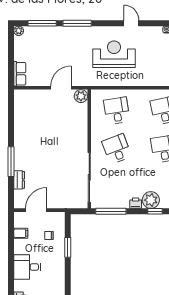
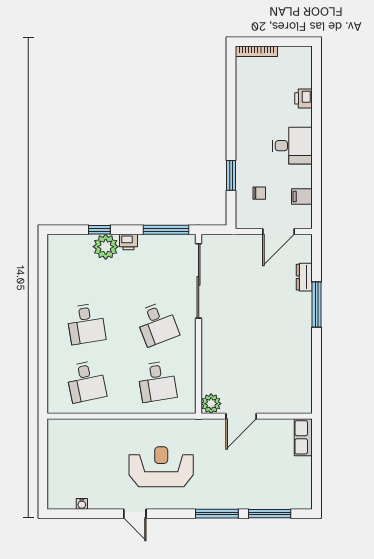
plant: (19, 31) -> (305, 502), removed
reception desk: (114, 54) -> (161, 467), turned 180

